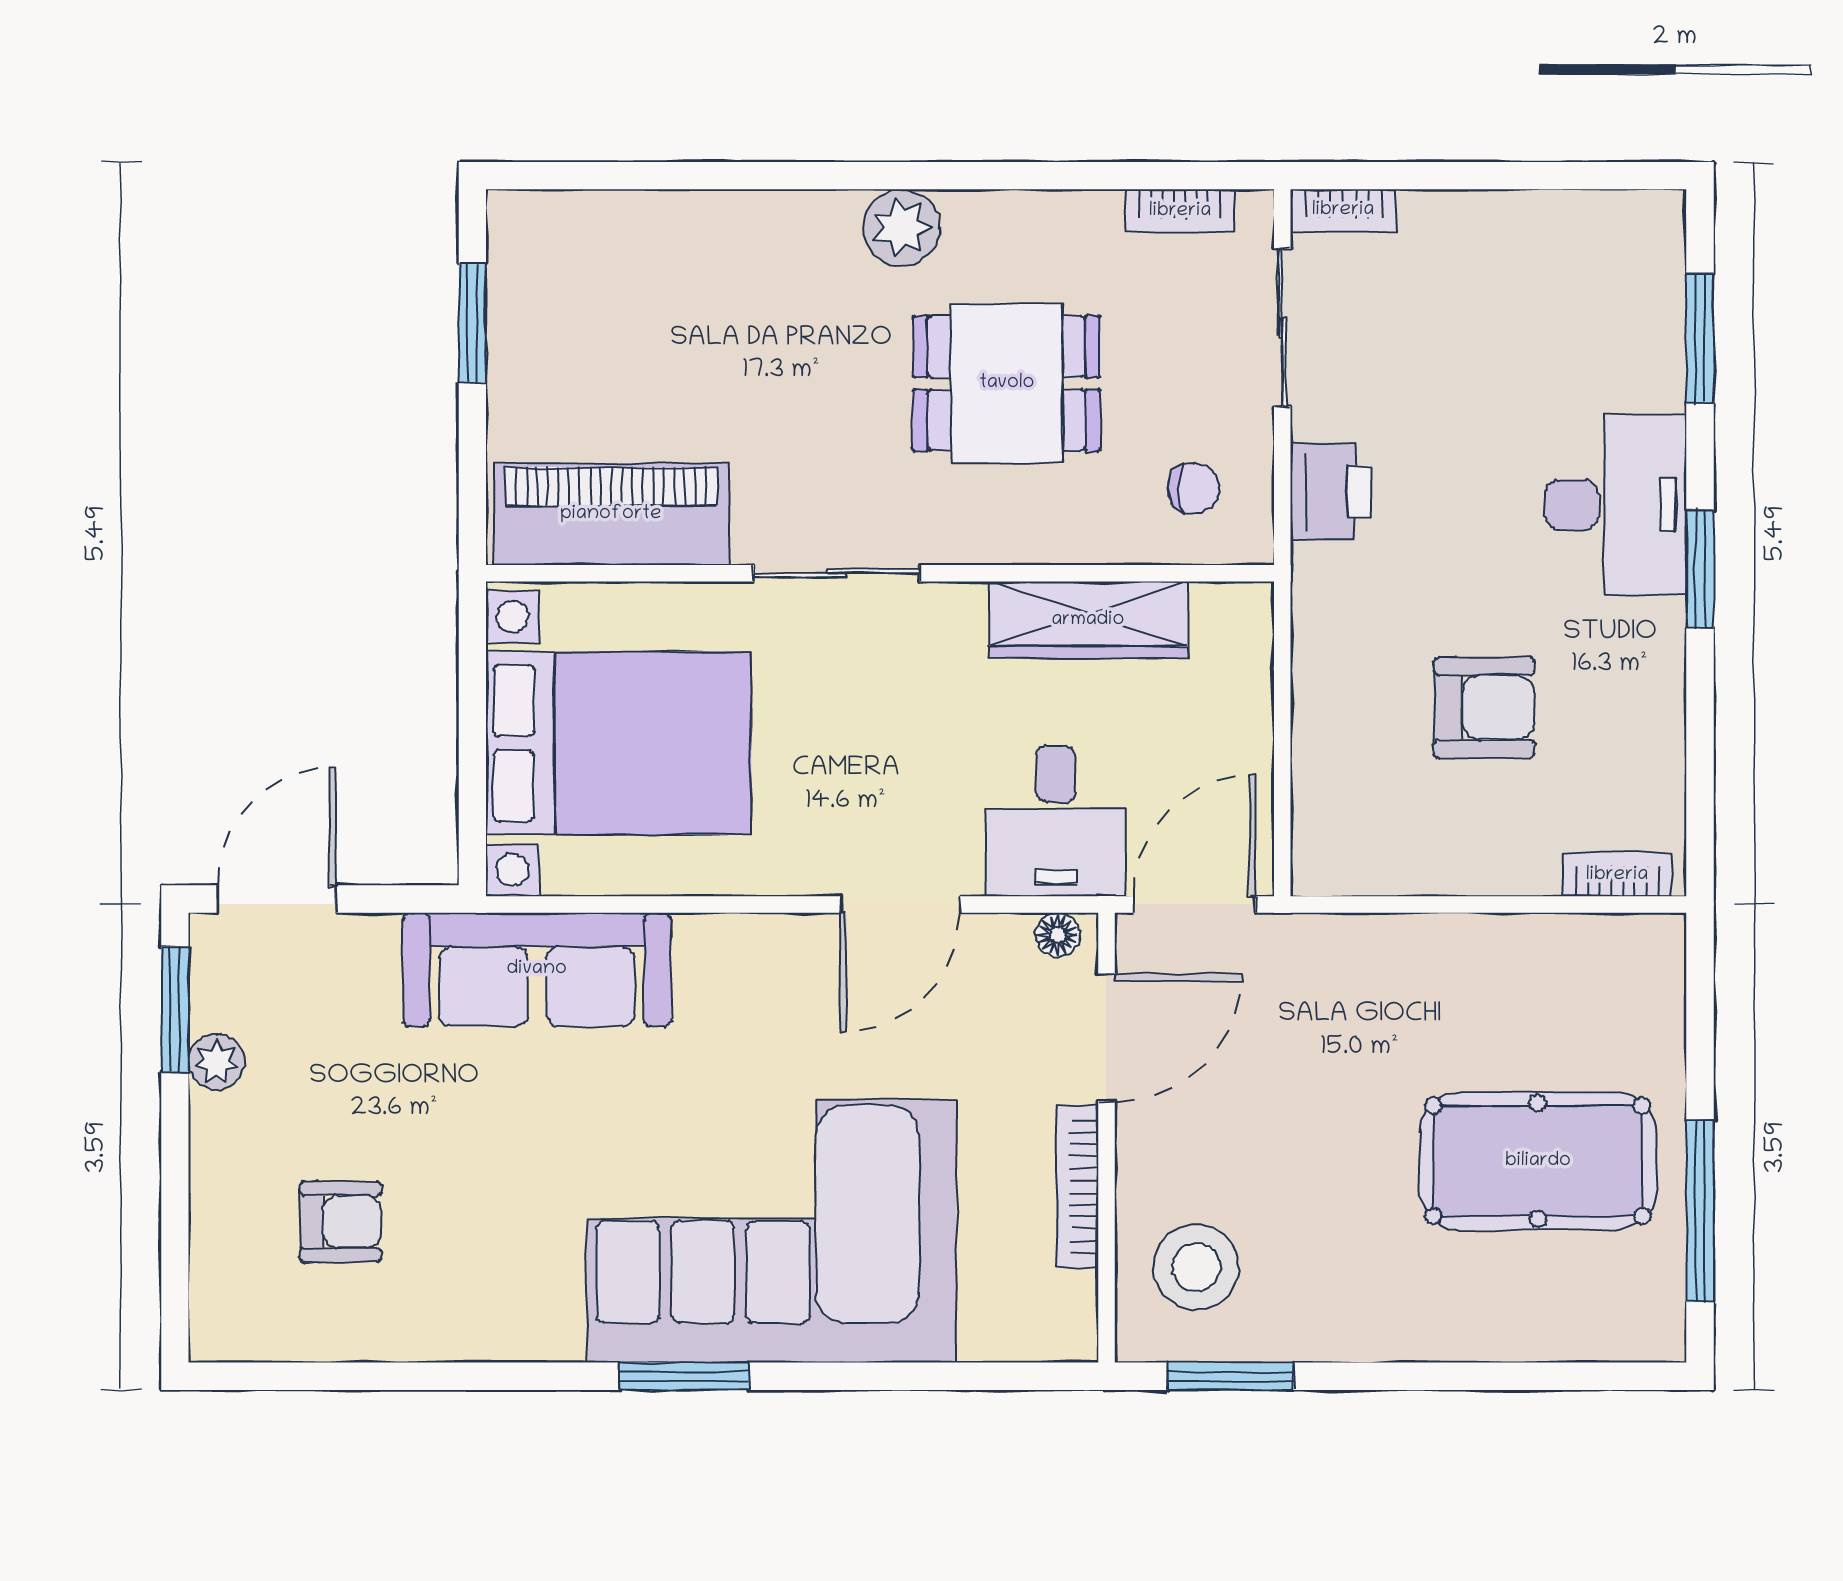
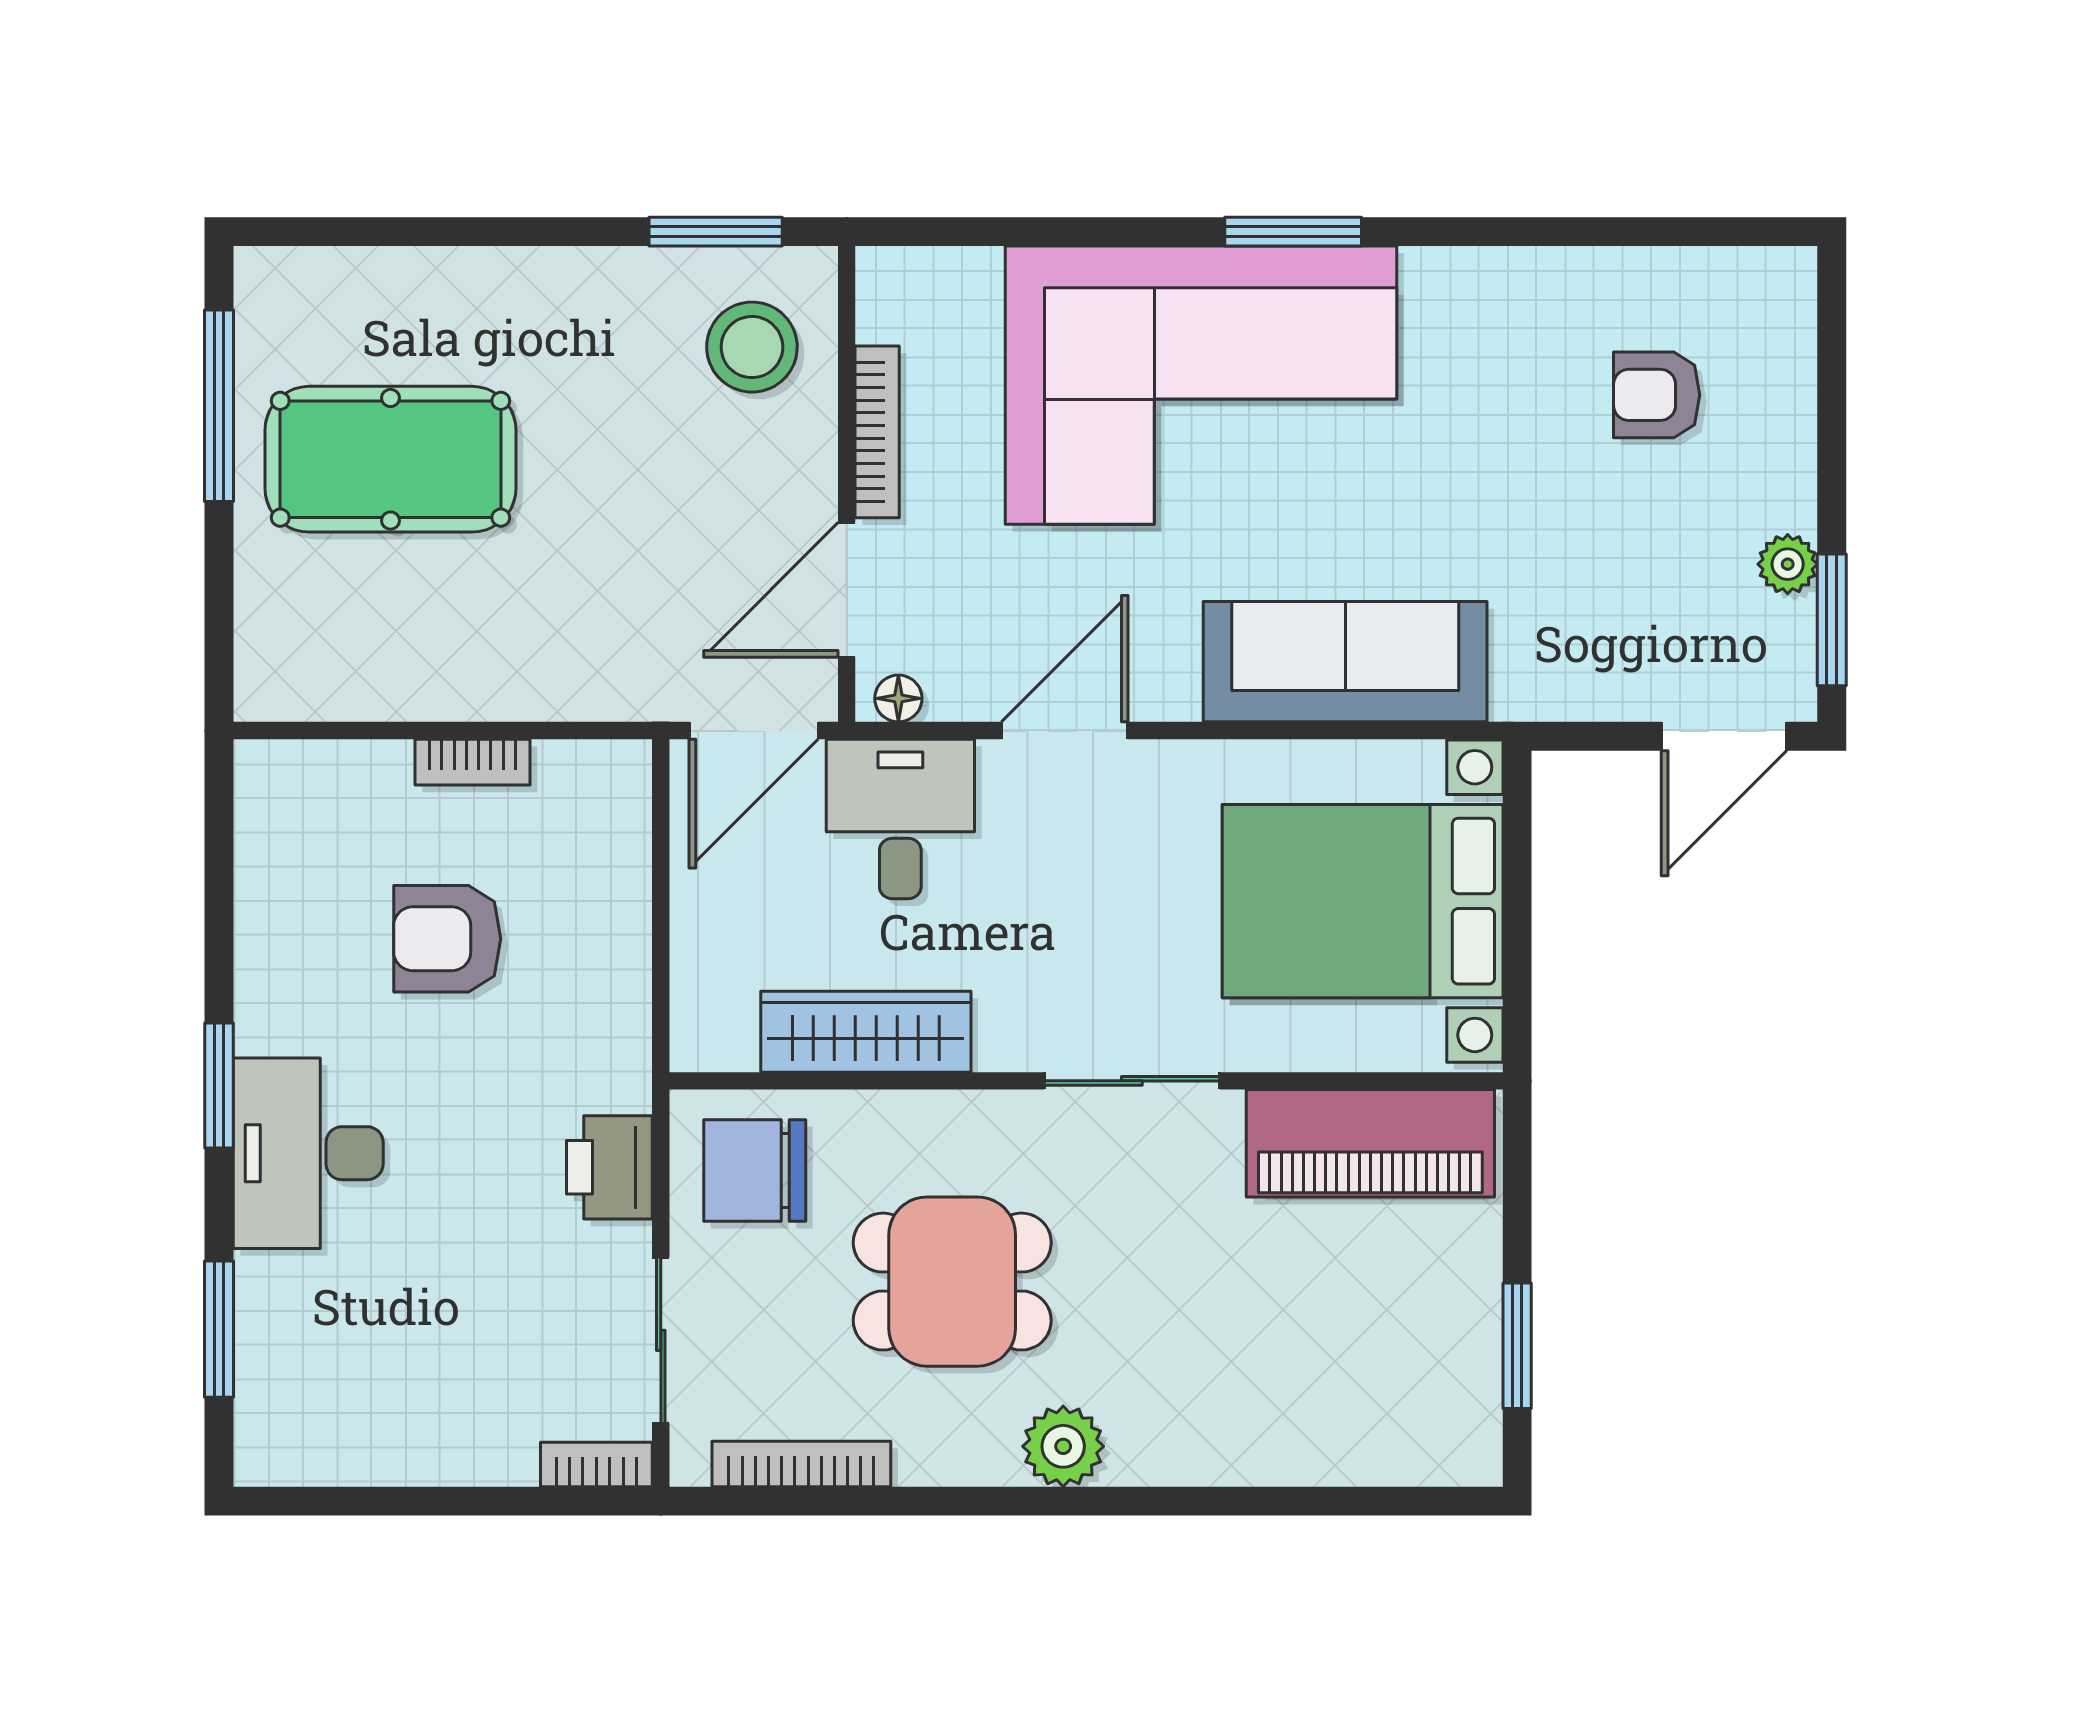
bookcase: (1180, 211) -> (801, 1464), width x1.56
chair: (1193, 488) -> (755, 1170), width x1.87, depth x1.87
bookcase: (1617, 875) -> (473, 762), moved
sofa: (537, 969) -> (1345, 662), moved

